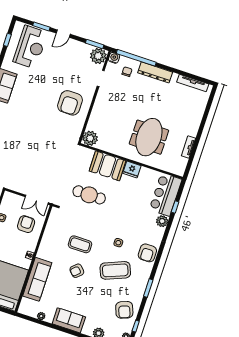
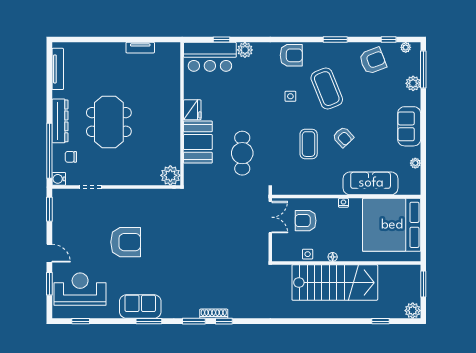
plant: (98, 56) -> (63, 200), removed
armchair: (70, 103) -> (126, 242), moved
meeting table: (149, 137) -> (109, 122), moved, turned 90

